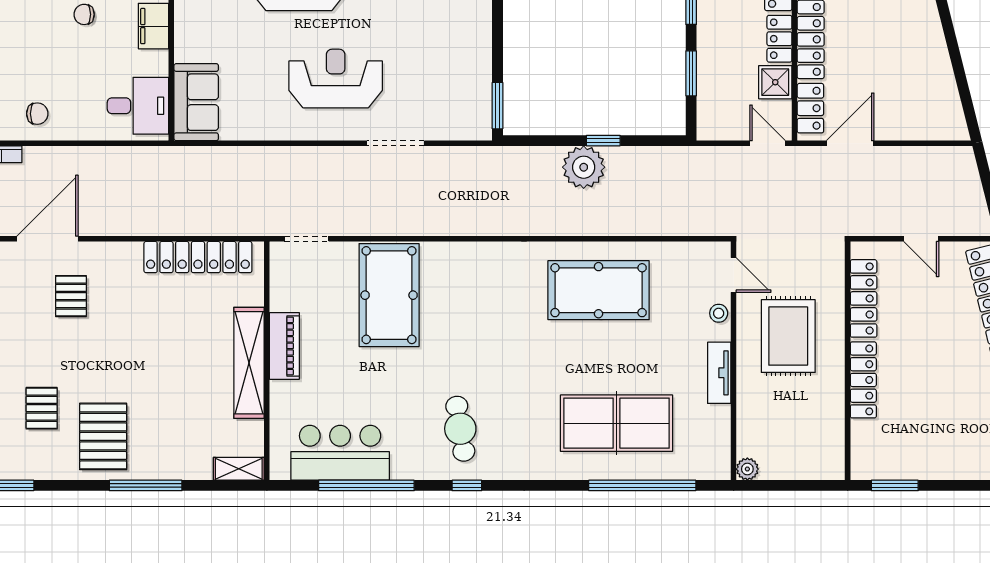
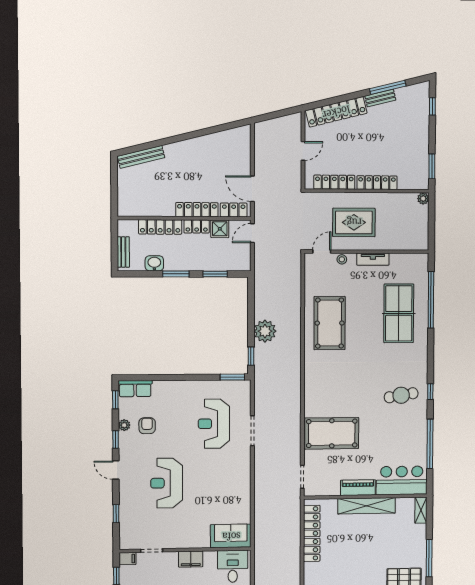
reception desk: (336, 79) -> (214, 424), moved
window: (603, 141) -> (251, 356), moved
bar counter: (340, 453) -> (402, 480), moved, turned 90
plant: (747, 469) -> (423, 199), moved

